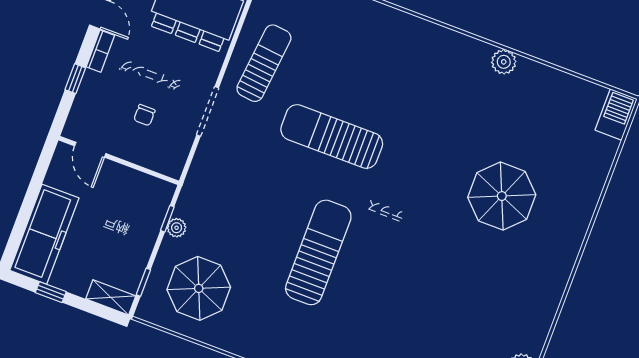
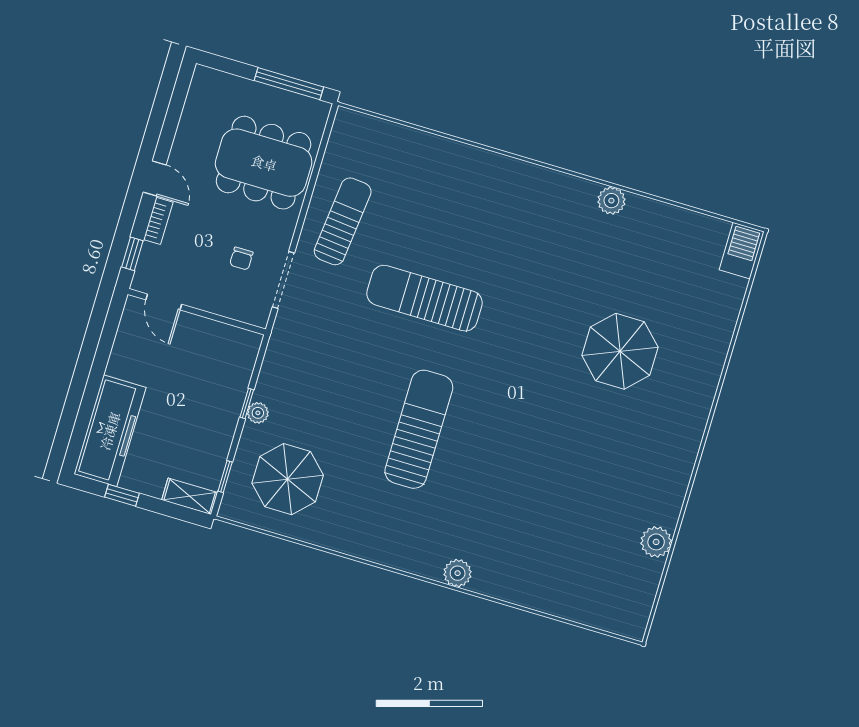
chair: (144, 115) -> (241, 259), moved
door: (90, 150) -> (164, 302), moved
wall: (119, 160) -> (197, 312), moved

